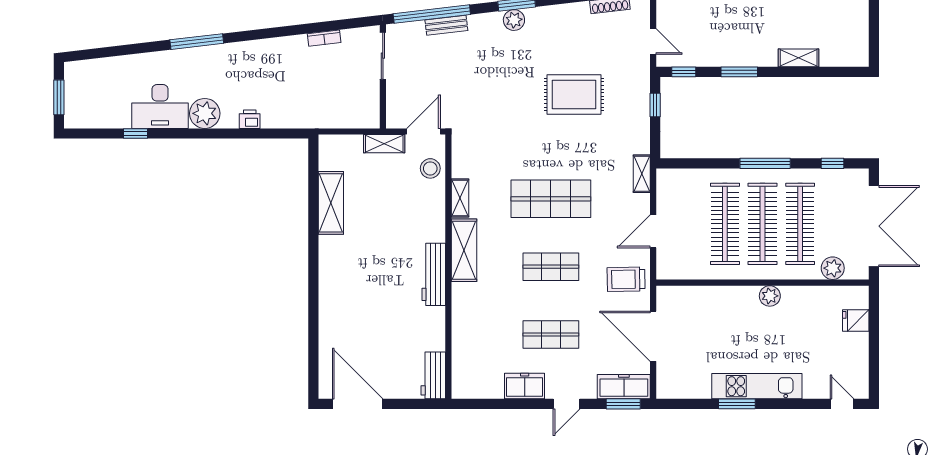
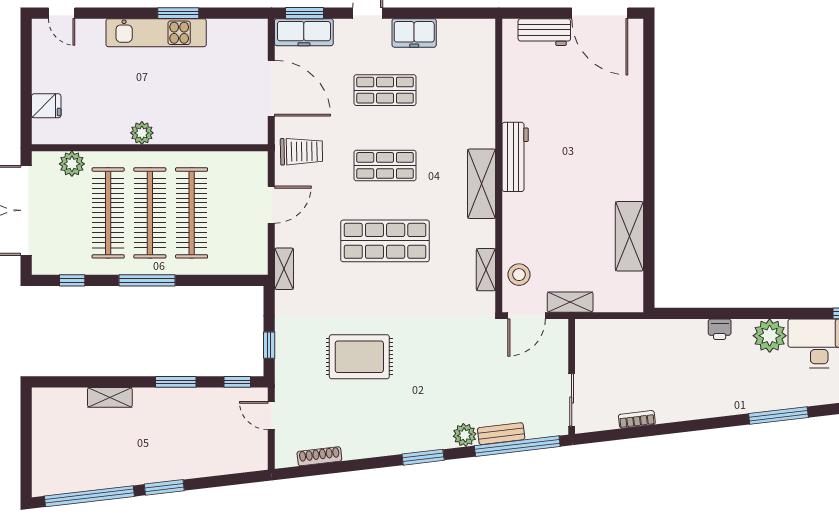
plant: (514, 20) -> (465, 435), moved
shelving: (460, 198) -> (486, 270), moved
workbench: (433, 375) -> (544, 32), moved, turned 90

